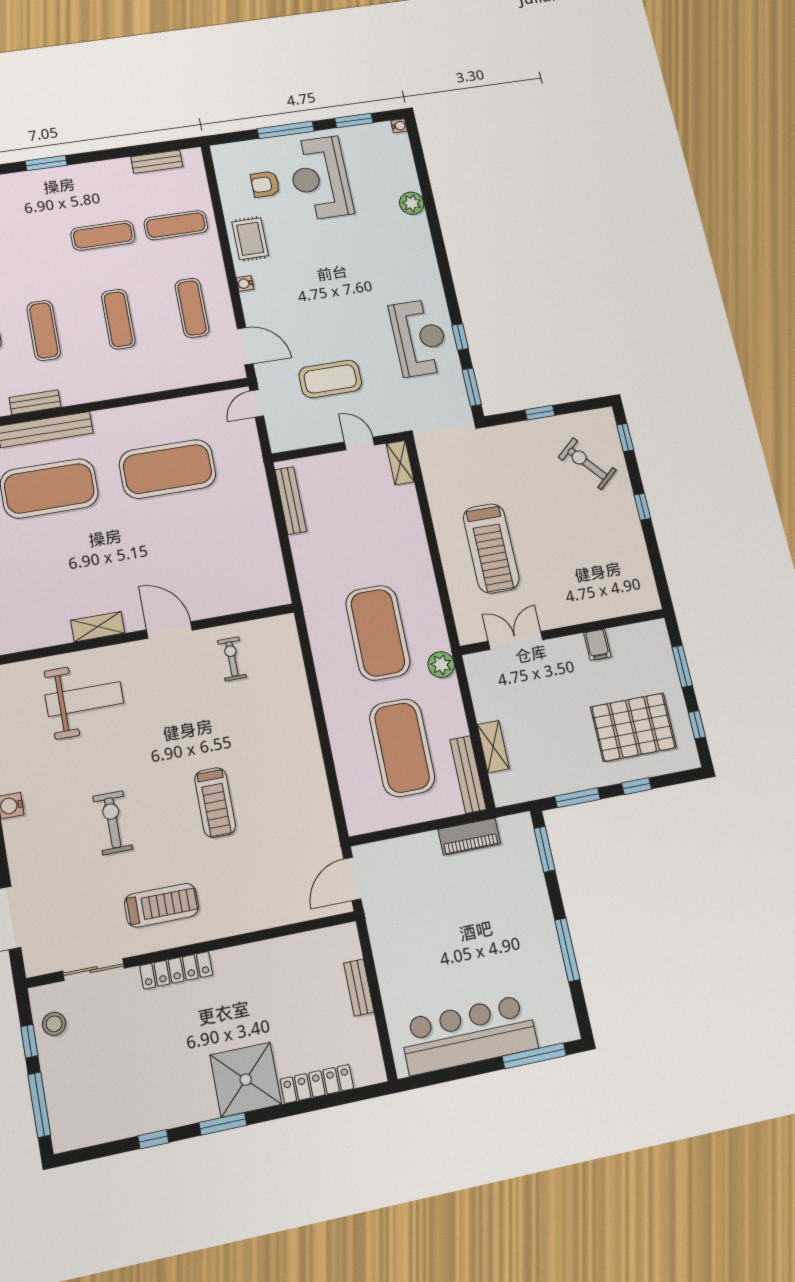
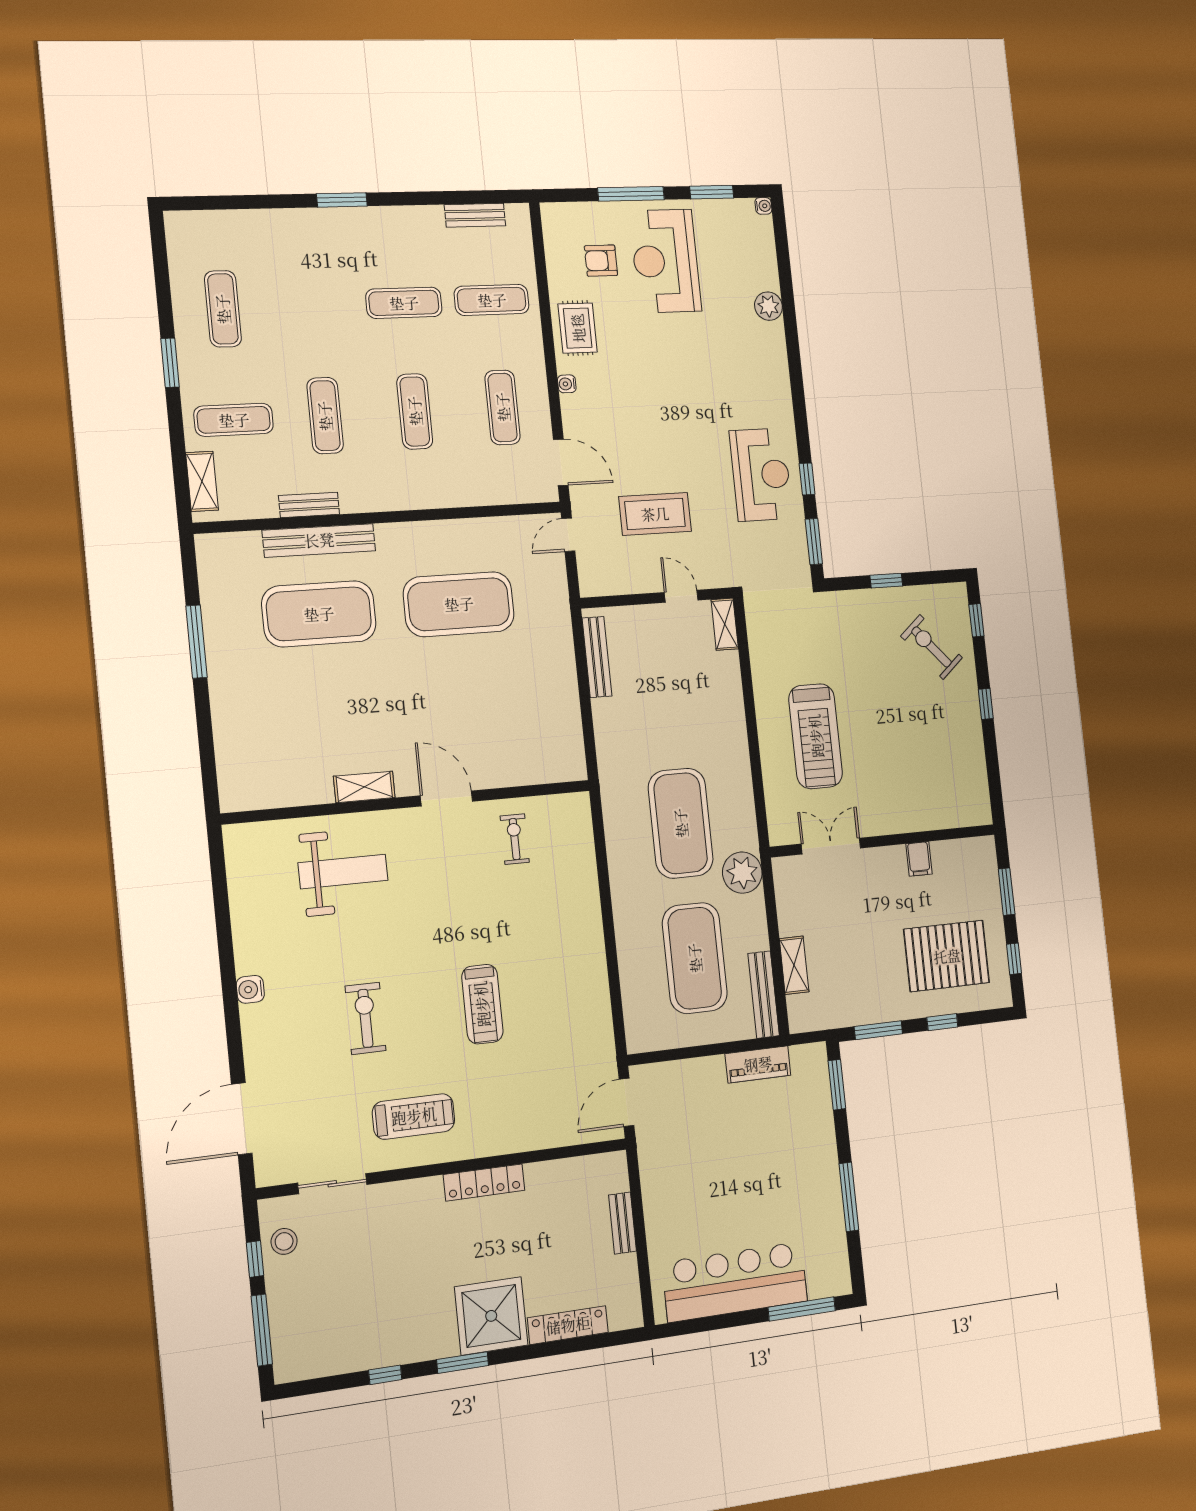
plant: (441, 665) -> (742, 873), width x1.36, depth x1.36
locker: (176, 970) -> (484, 1182), moved

